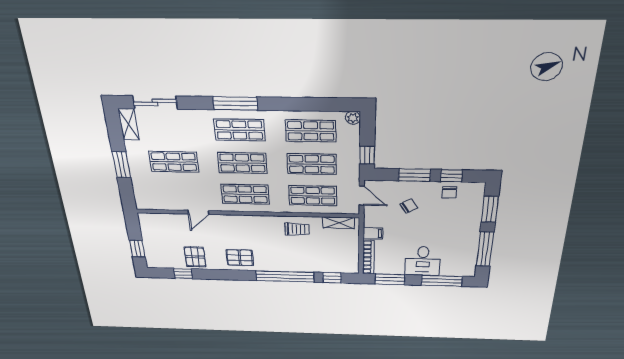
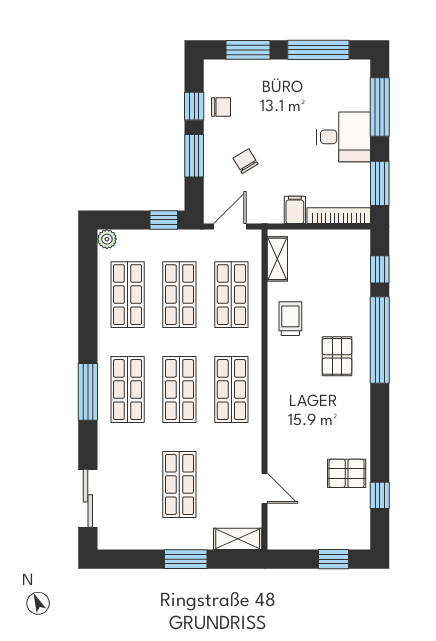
shelving: (129, 124) -> (238, 539), moved
door: (198, 212) -> (264, 488), moved
pallet: (240, 258) -> (337, 356), moved

